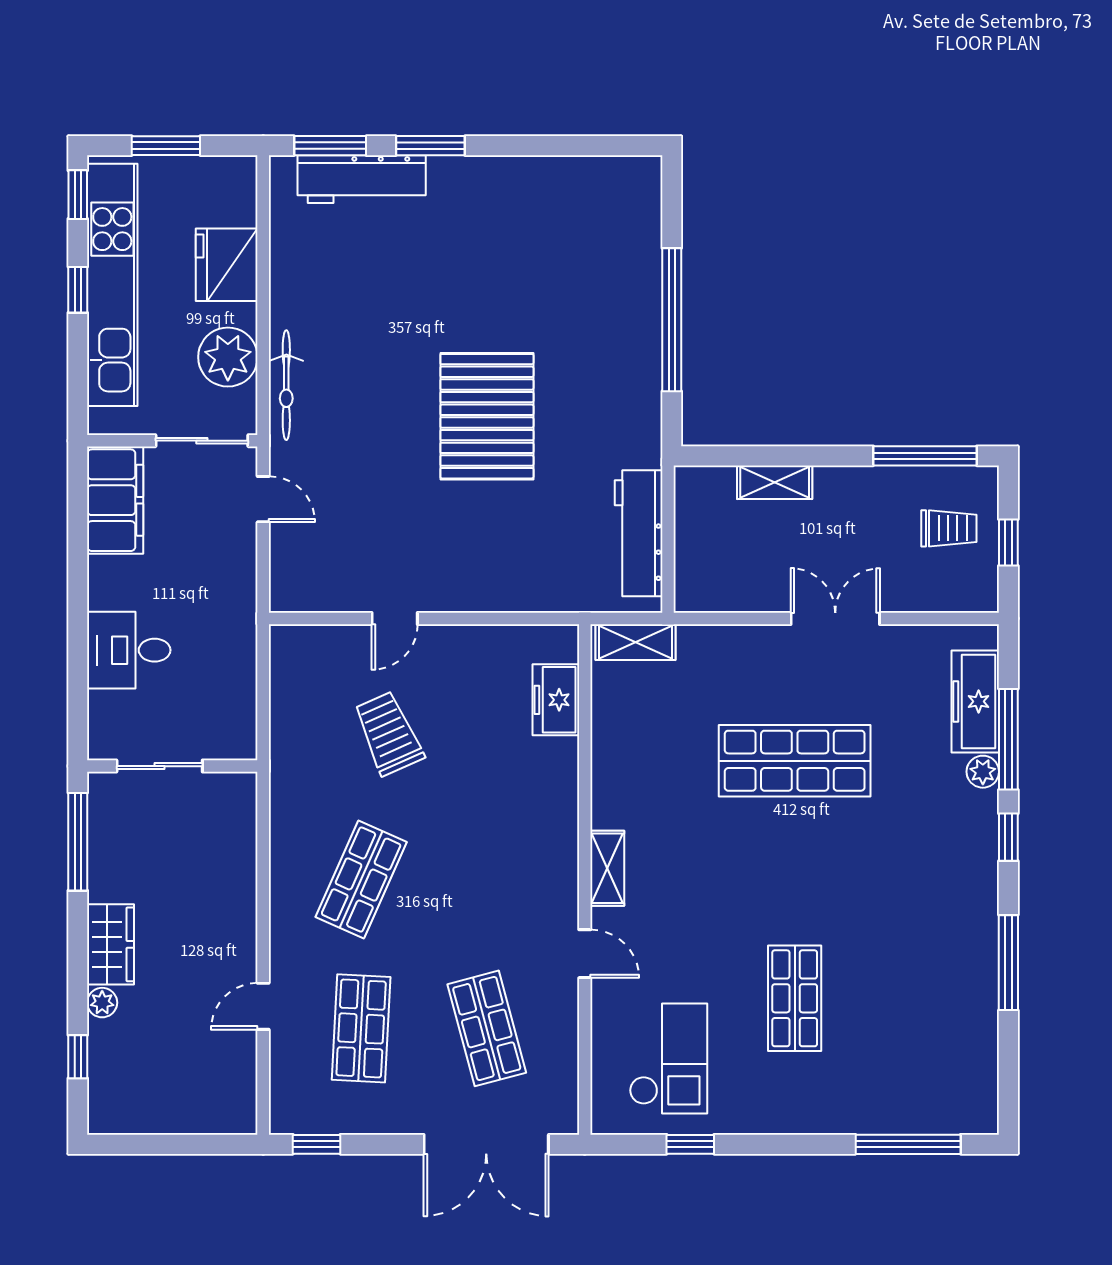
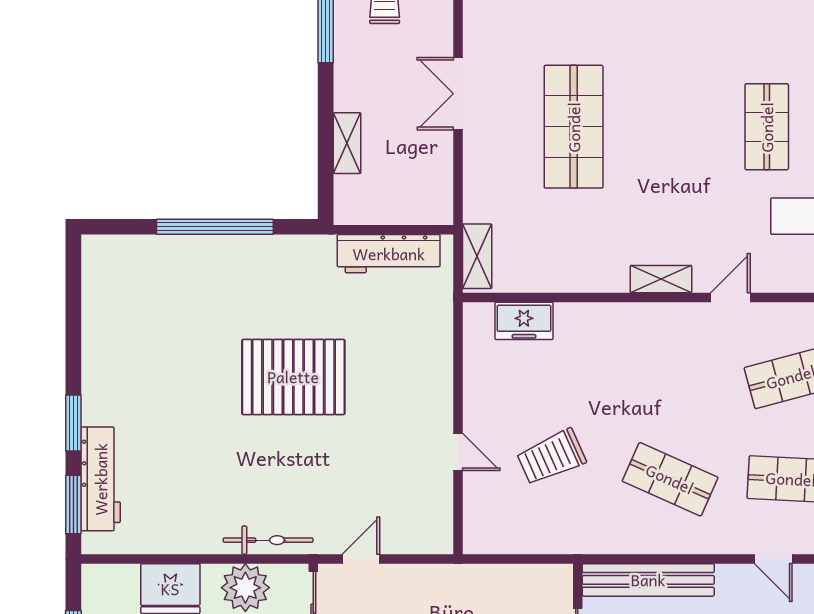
bench: (237, 853) -> (648, 580), added
shop shelf: (795, 998) -> (767, 127), turned 90

